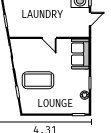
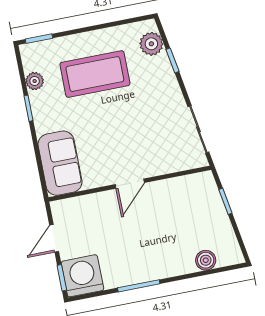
door: (49, 38) -> (130, 184), swing flipped
coffee table: (38, 80) -> (95, 74), moved
plant: (26, 102) -> (151, 44), added

